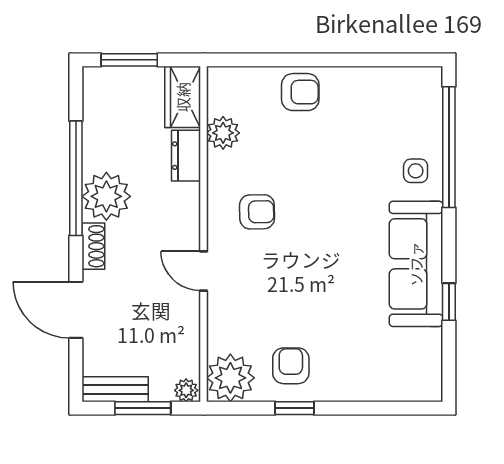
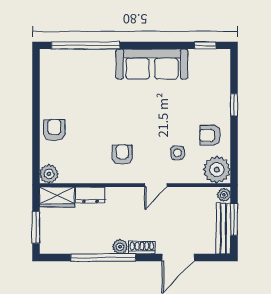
plant: (223, 133) -> (49, 174), moved
side table: (416, 171) -> (177, 153), moved
plant: (106, 196) -> (120, 247), width x0.53, depth x0.53
window: (449, 302) -> (205, 45), moved
bench: (115, 389) -> (223, 228), width x1.36
window: (294, 408) -> (234, 105), moved

